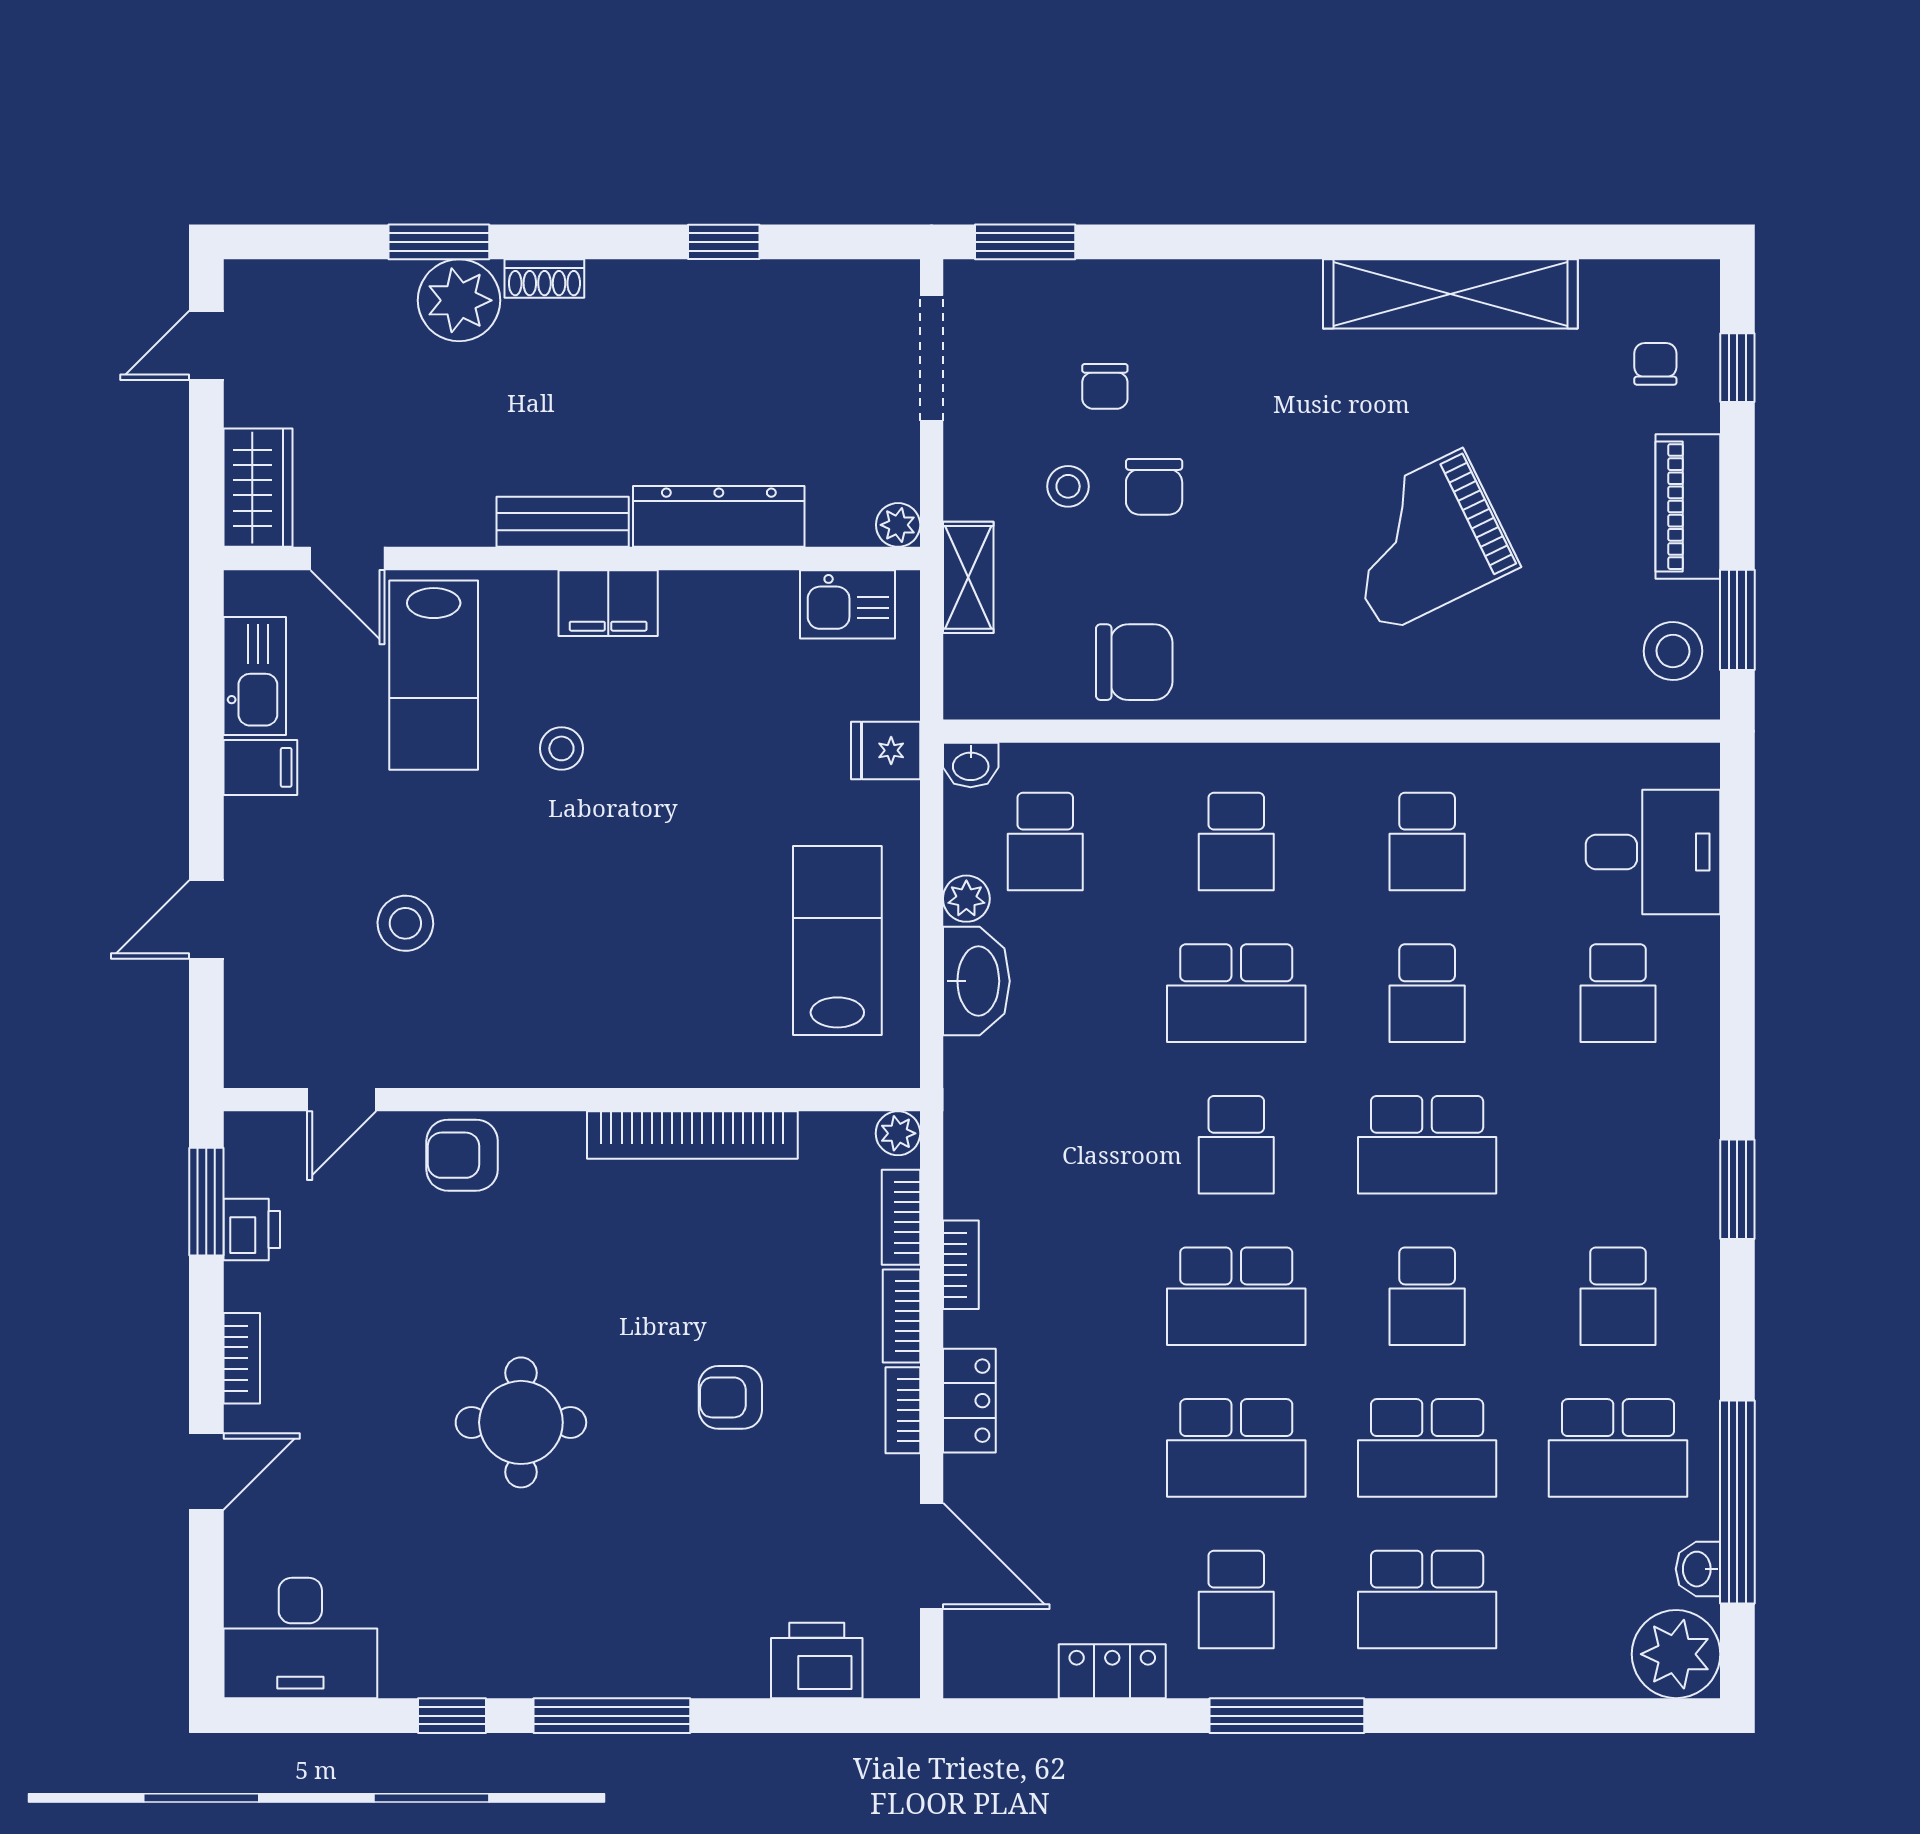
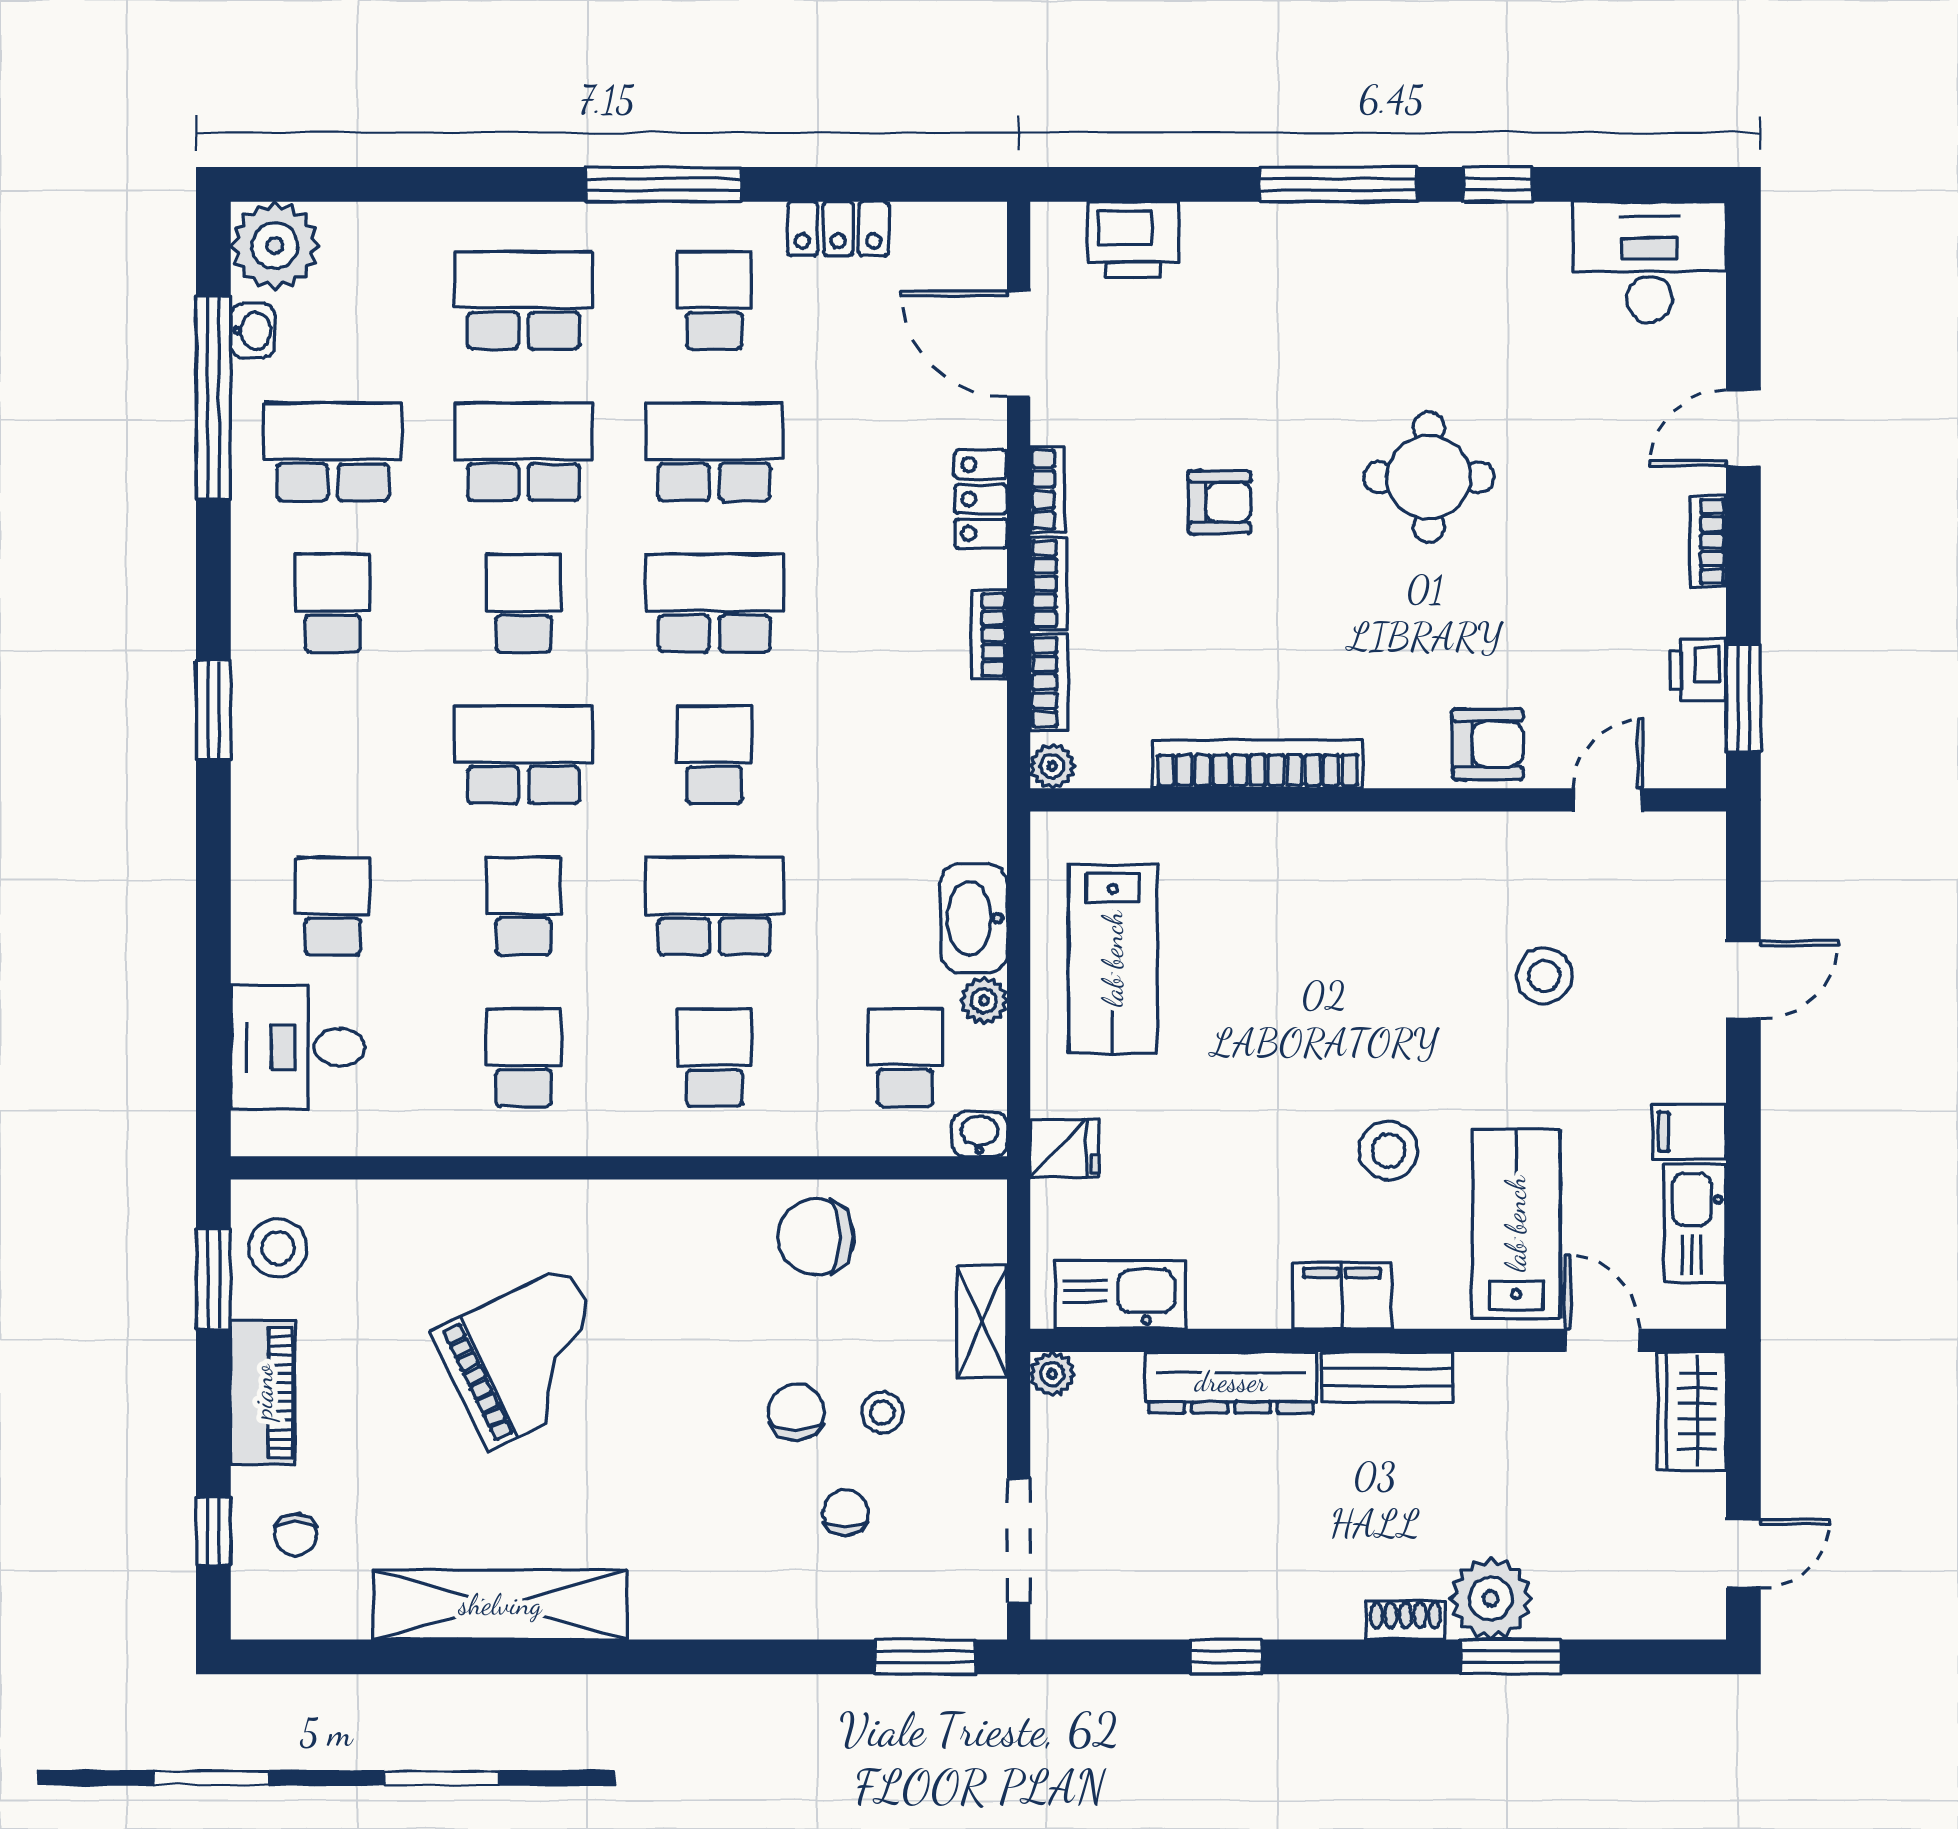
kitchen sink: (847, 604) -> (1120, 1295), width x1.38
stool: (561, 748) -> (1388, 1151), width x1.37, depth x1.37

